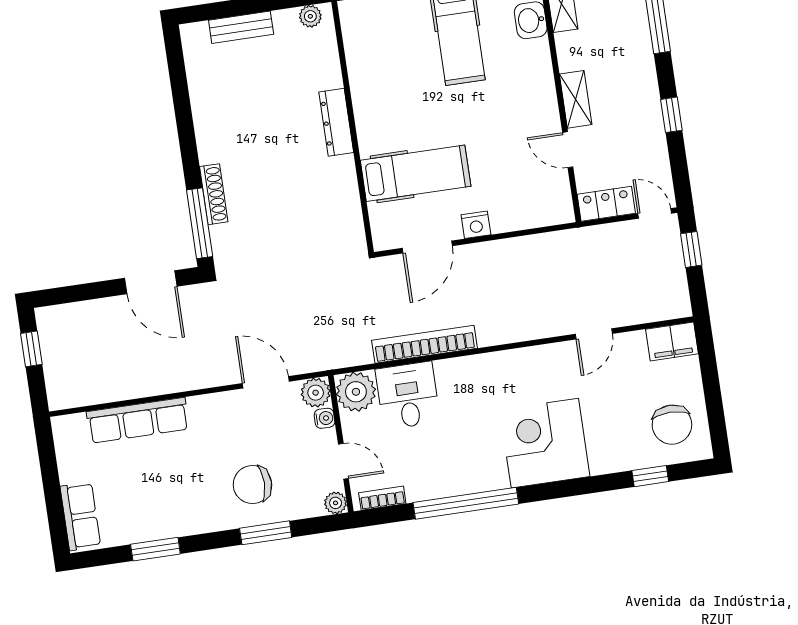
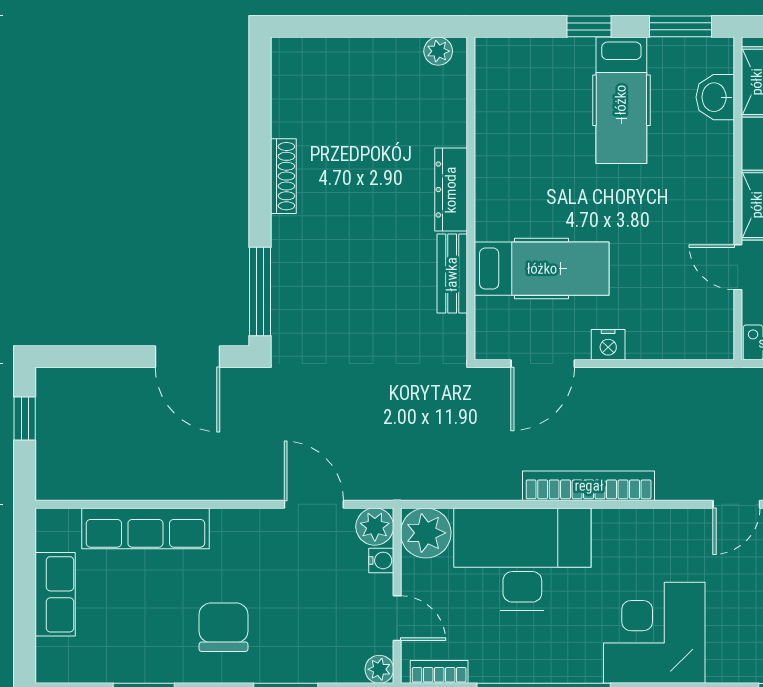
bench: (241, 27) -> (452, 274), moved, turned 90
shoe rack: (214, 194) -> (283, 176), moved
bookcase: (425, 344) -> (589, 486), moved
desk: (408, 395) -> (522, 559), width x1.87, depth x1.30
chair: (252, 485) -> (224, 627), moved, turned 90
row of seats: (80, 516) -> (55, 594), moved

